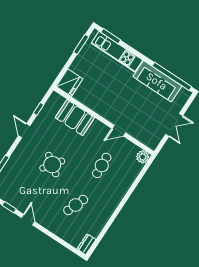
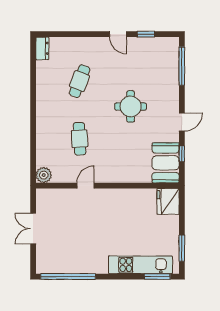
sofa: (157, 81) -> (79, 262), removed
booth: (75, 118) -> (166, 163), moved, turned 90
door: (24, 131) -> (182, 122), hinge flipped
round table: (52, 165) -> (131, 106), turned -36

